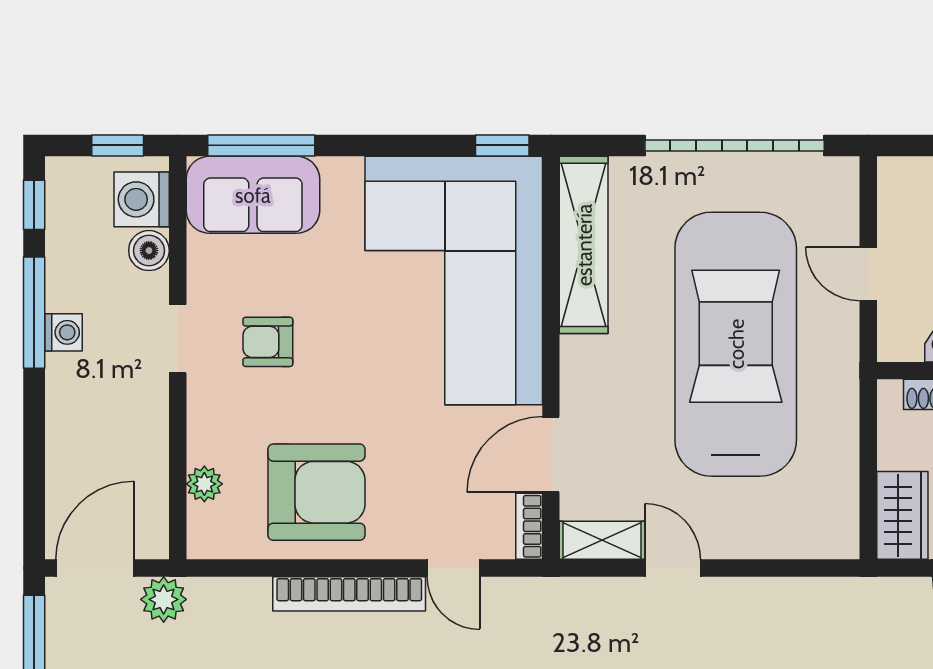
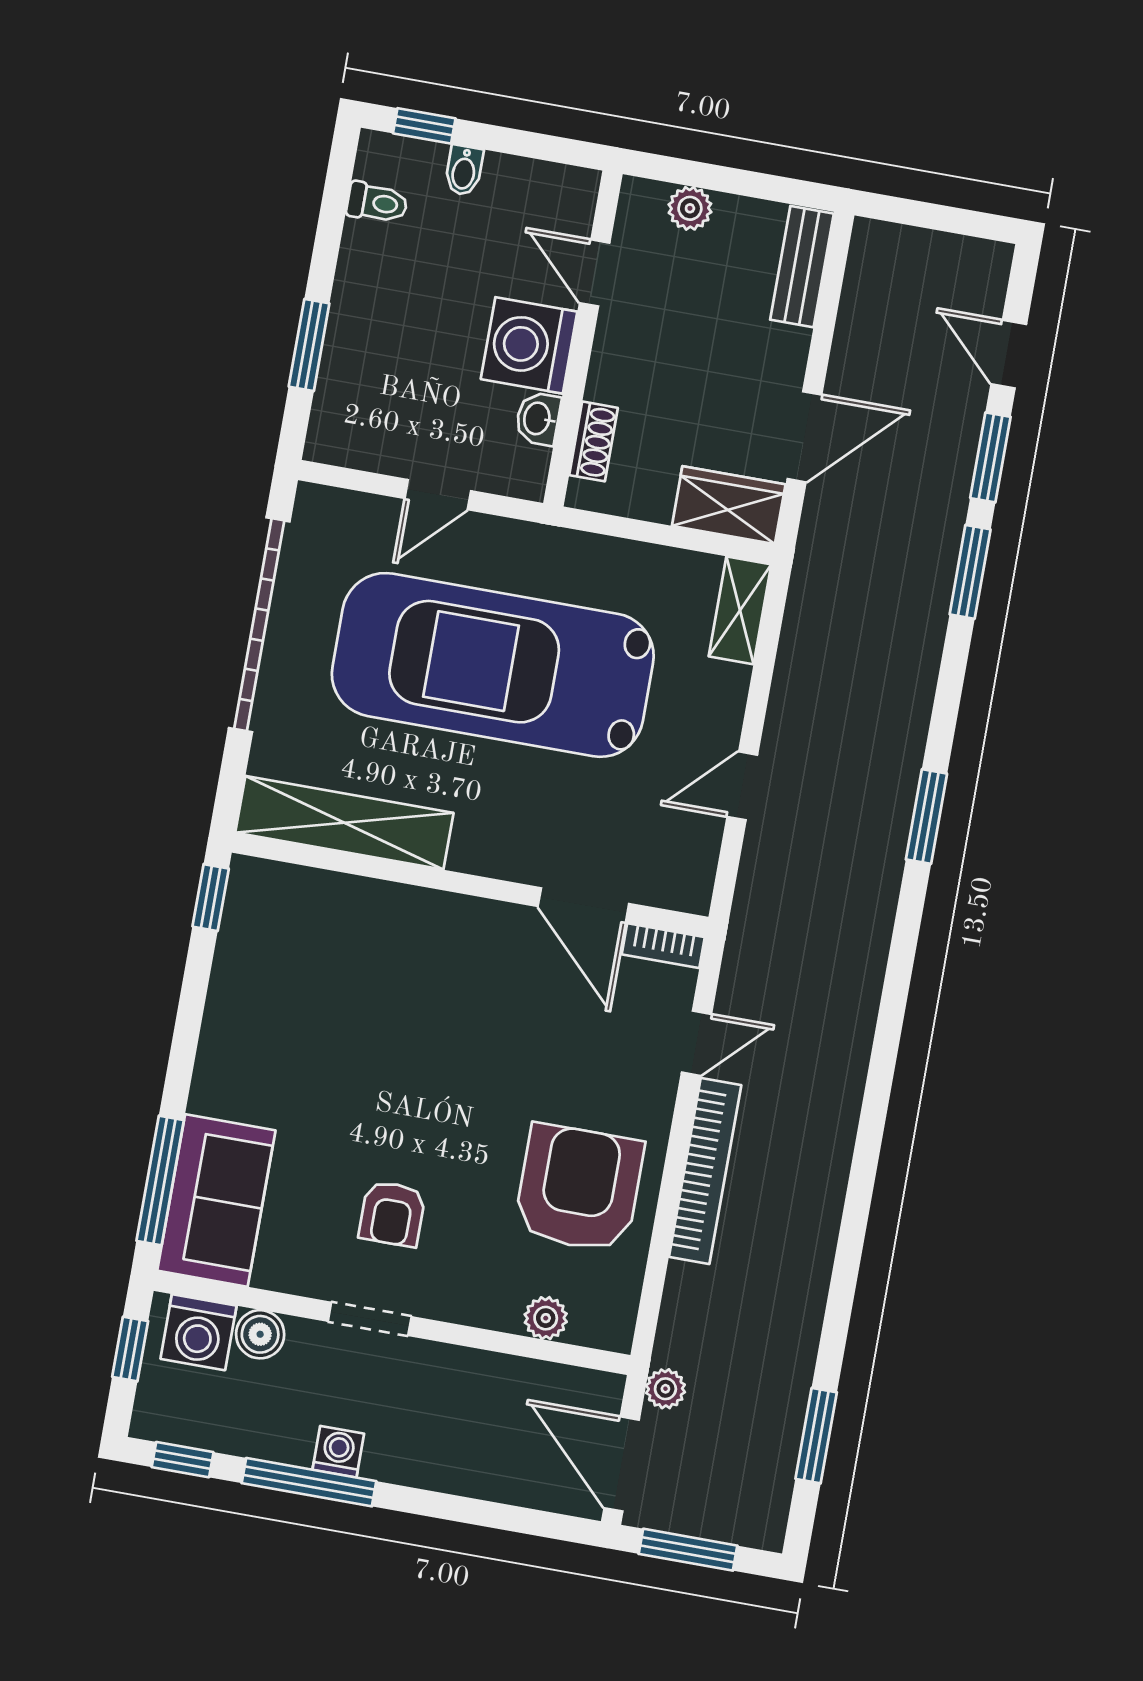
corner sofa: (454, 281) -> (359, 983), removed
shelving: (602, 540) -> (740, 610), moved
plant: (164, 599) -> (665, 1389), width x0.73, depth x0.73

